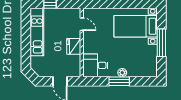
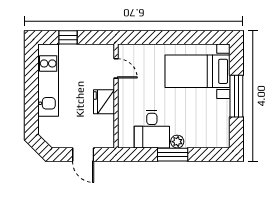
desk: (95, 65) -> (152, 129), moved, turned -90

